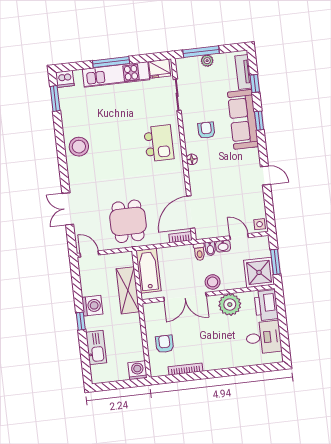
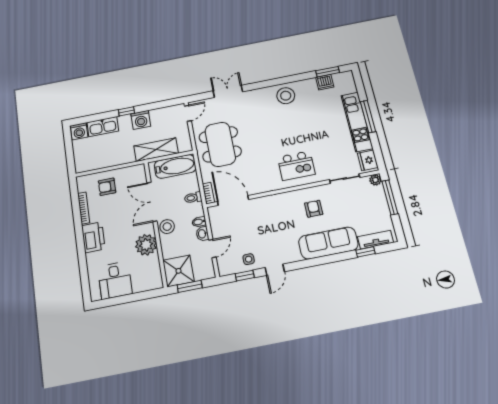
plant: (207, 61) -> (375, 180), moved
dishwasher: (65, 79) -> (325, 82), moved, turned -90
window: (259, 121) -> (245, 276), moved
armchair: (206, 130) -> (314, 209), turned -90
floor lamp: (192, 159) -> (284, 197), removed
dining table: (128, 221) -> (220, 144), width x1.38
side table: (260, 224) -> (249, 259), moved
toilet: (199, 252) -> (193, 198), moved
printer: (266, 305) -> (93, 237), moved, turned 90
armchair: (164, 344) -> (107, 187), turned 180
washing machine: (138, 370) -> (79, 131), moved, turned 90

